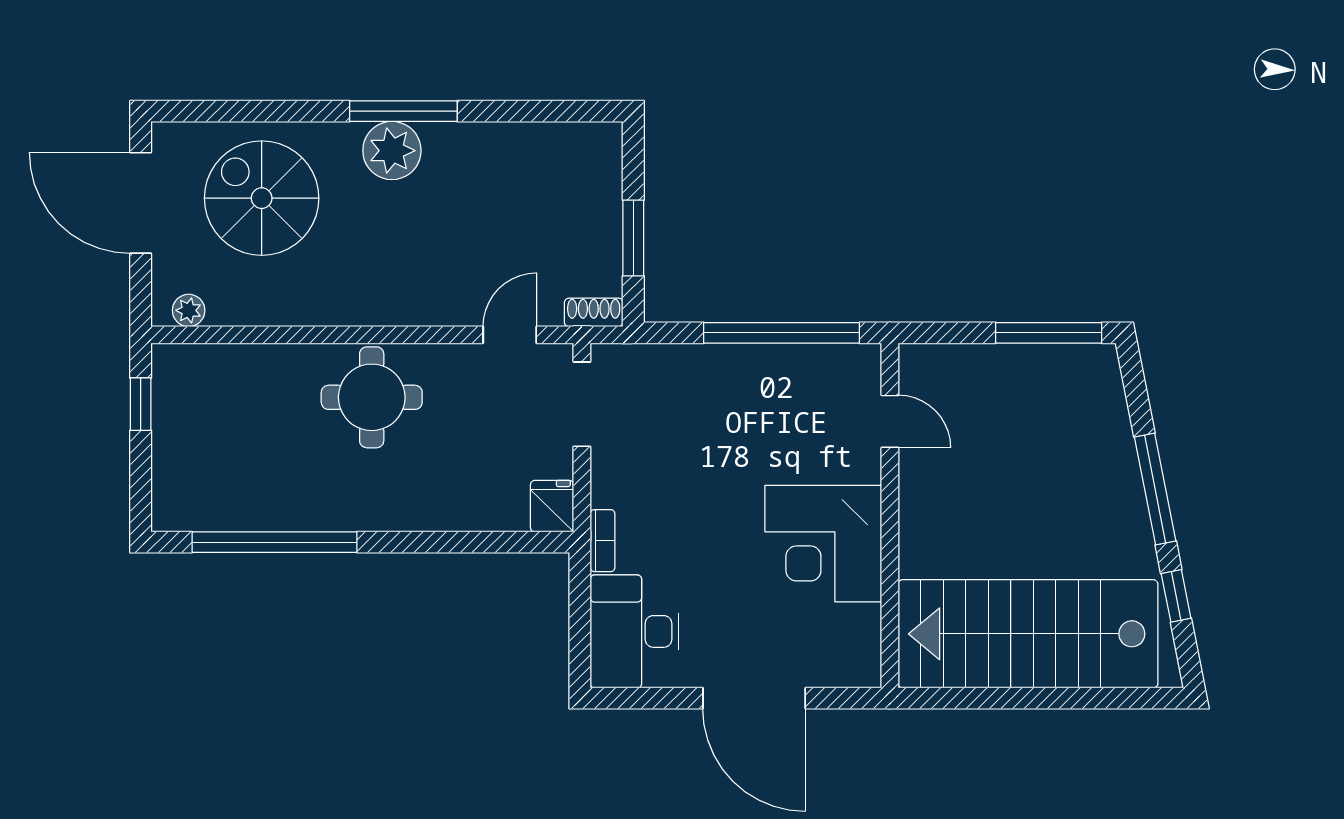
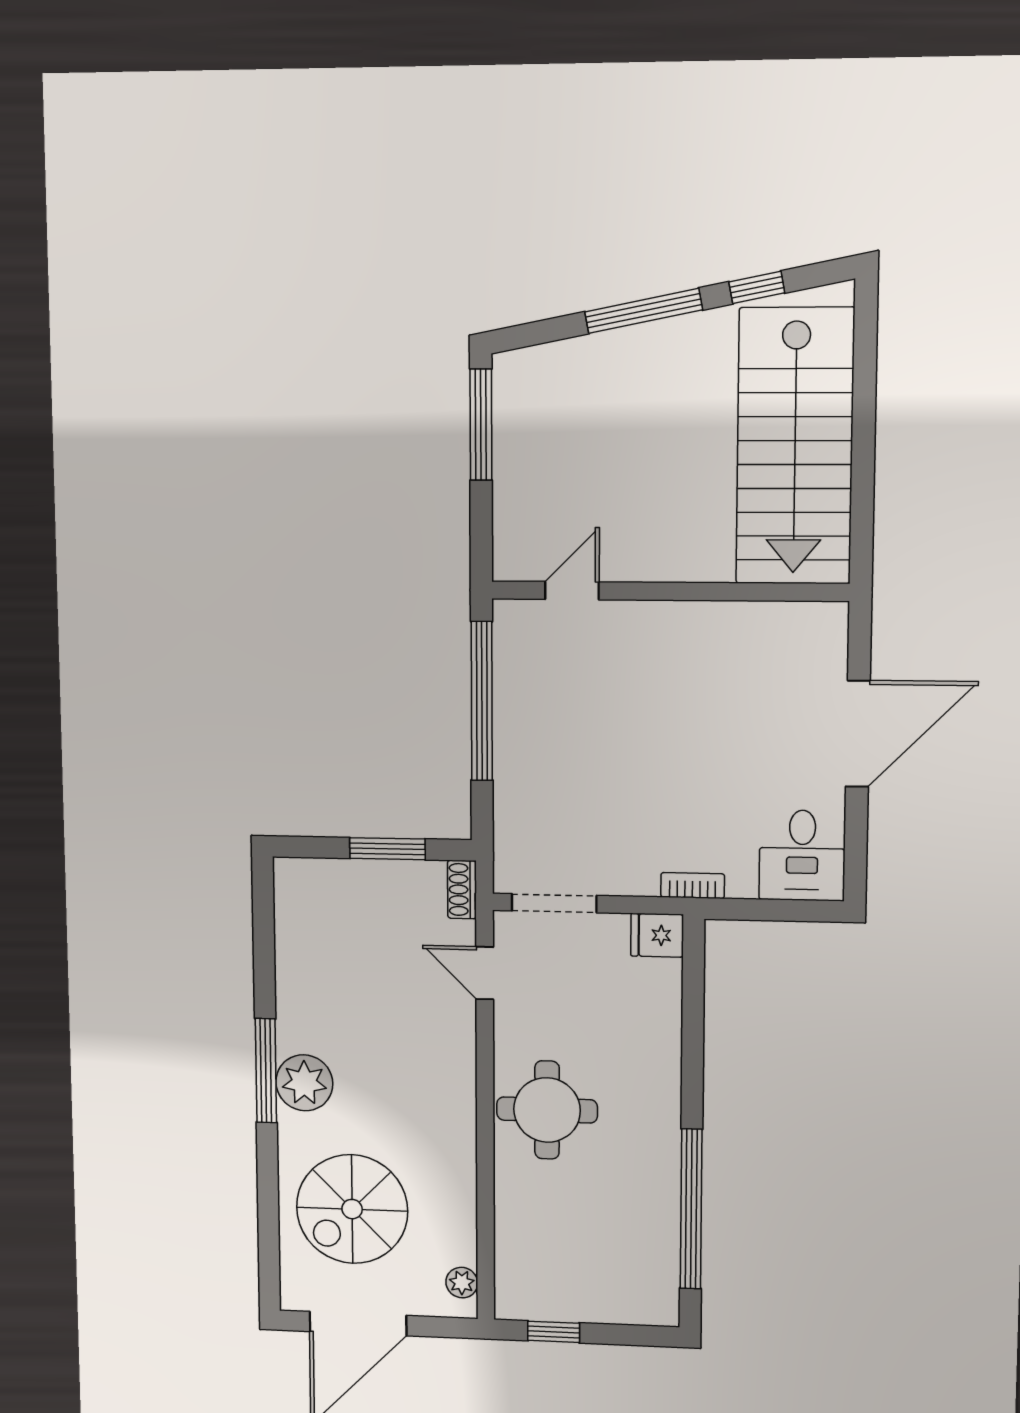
corner desk: (823, 544) -> (698, 661), removed
desk: (635, 631) -> (802, 855), width x0.73

